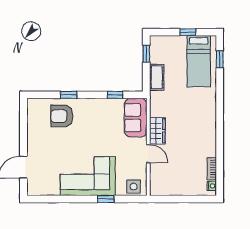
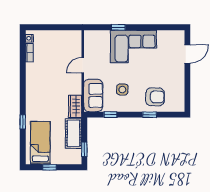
window: (220, 59) -> (23, 122), moved
cot: (157, 77) -> (74, 133), width x1.37, depth x1.34
wardrobe: (157, 131) -> (75, 106), moved
door: (148, 154) -> (83, 65), hinge flipped
side table: (134, 187) -> (122, 90), moved

